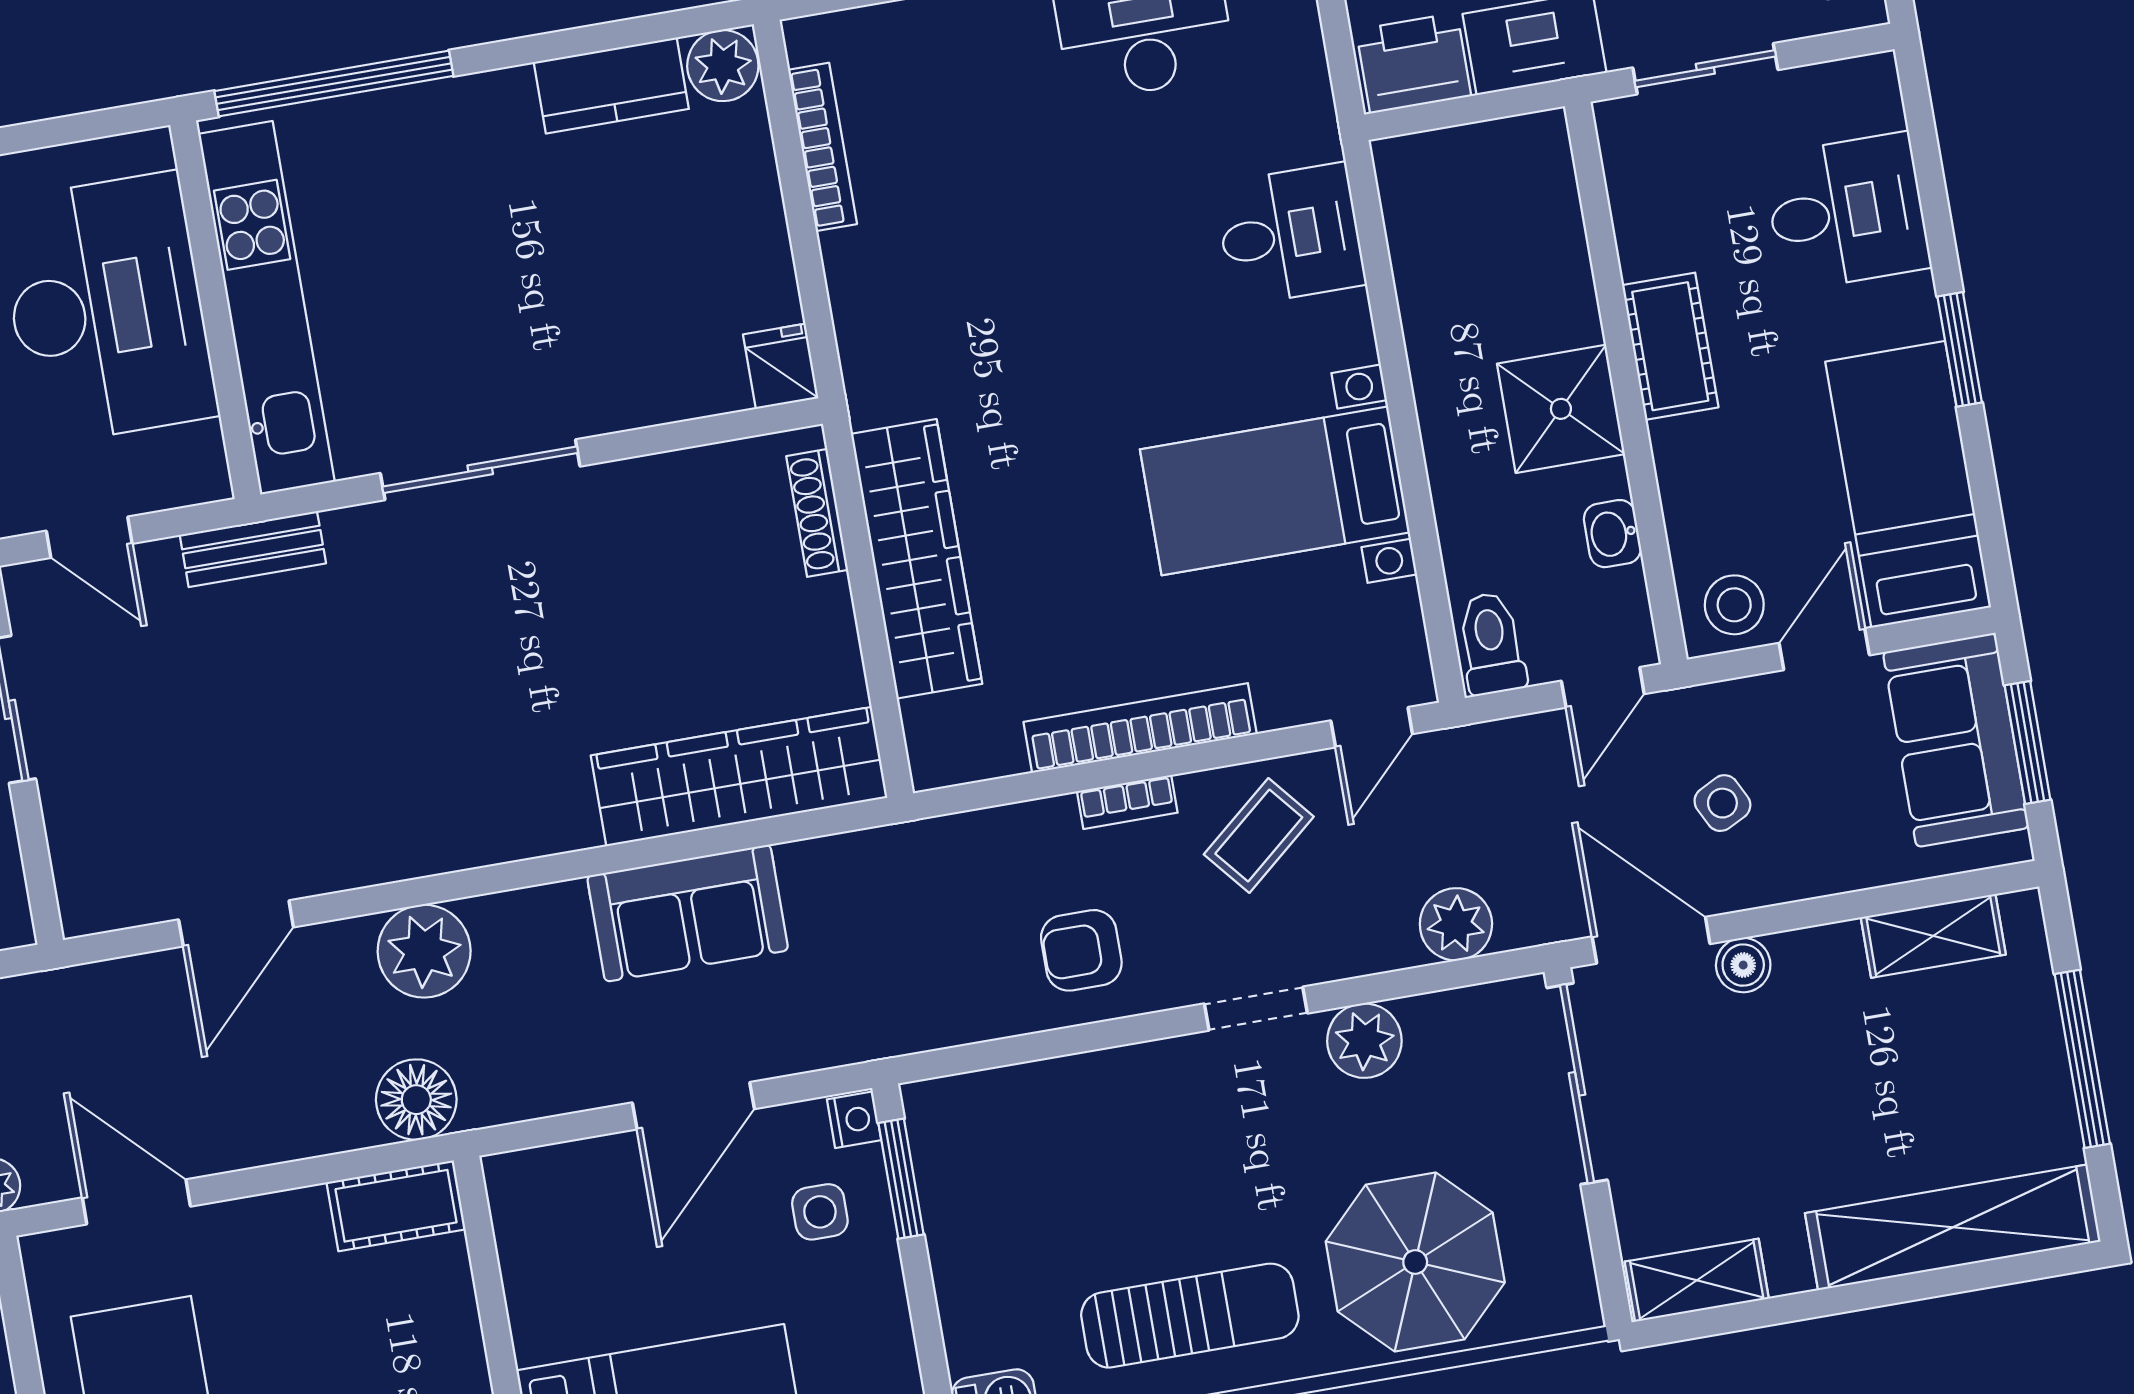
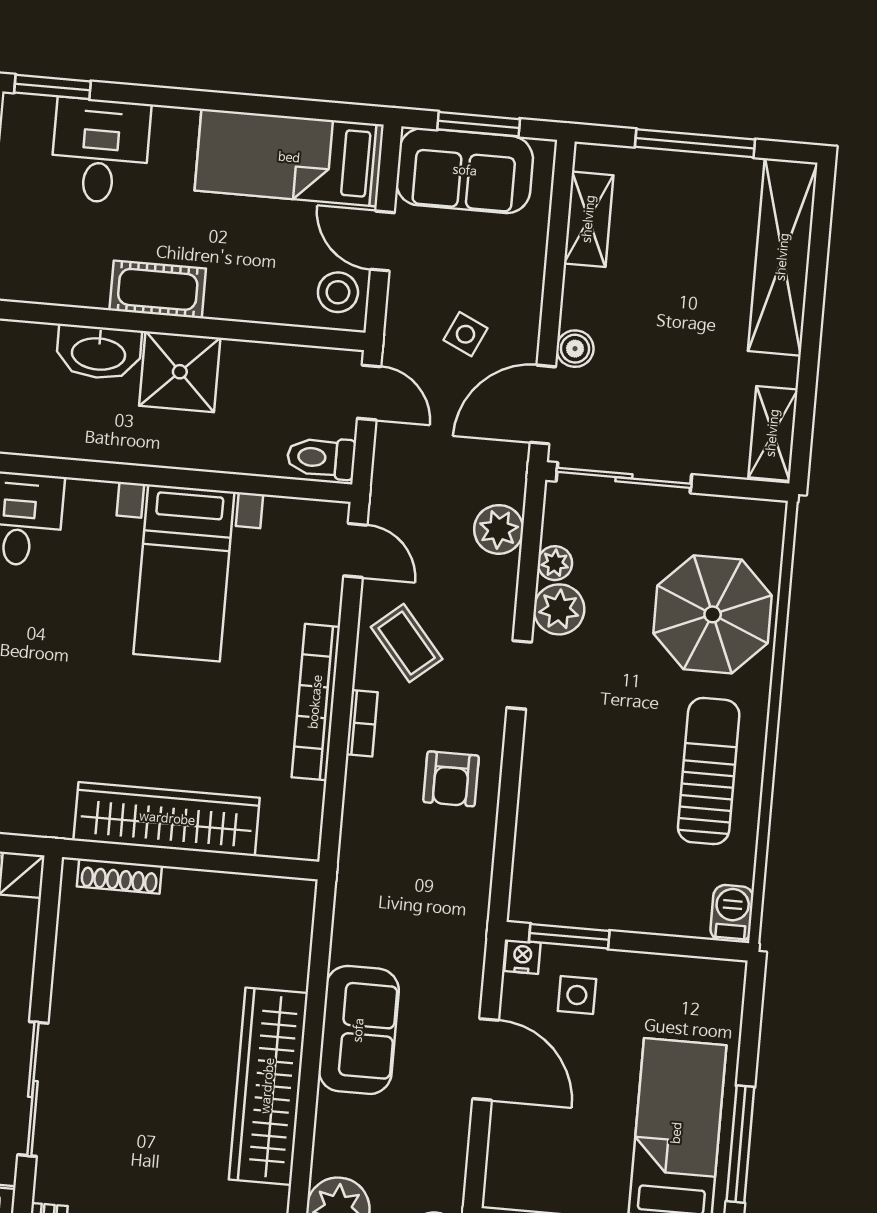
window: (1960, 349) -> (53, 87), moved
washbasin: (1612, 534) -> (99, 352), moved, width x1.91, depth x1.45
wardrobe: (739, 777) -> (268, 1086), moved
side table: (1722, 803) -> (465, 334), turned -38
plant: (1429, 1017) -> (555, 563), added

